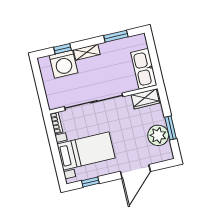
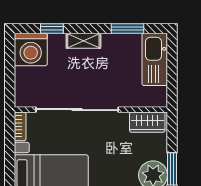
washing machine: (64, 64) -> (31, 49), moved
kitchen sink: (144, 69) -> (155, 59), moved

